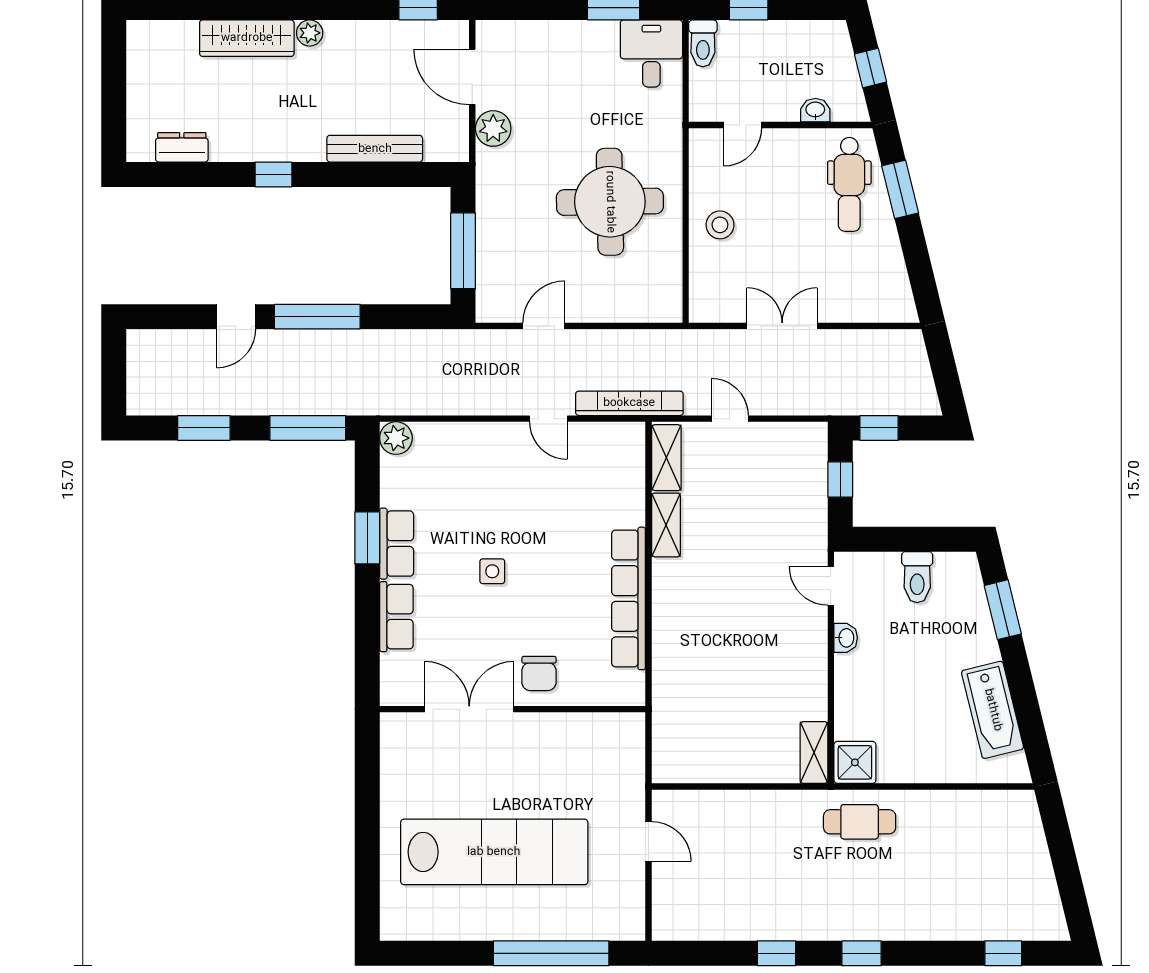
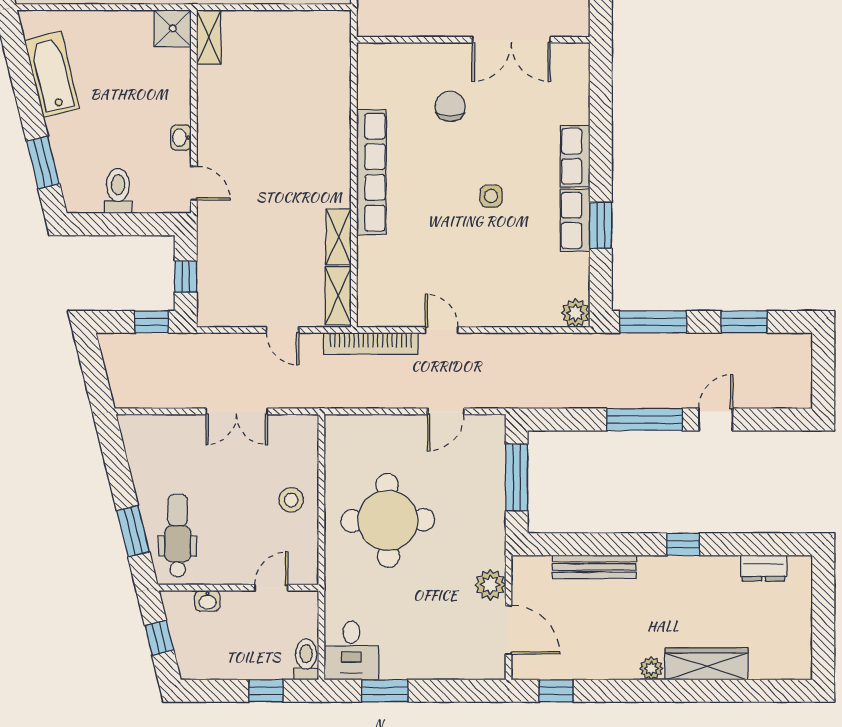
double door: (469, 709) -> (511, 40), moved
wall: (513, 709) -> (473, 40), moved

